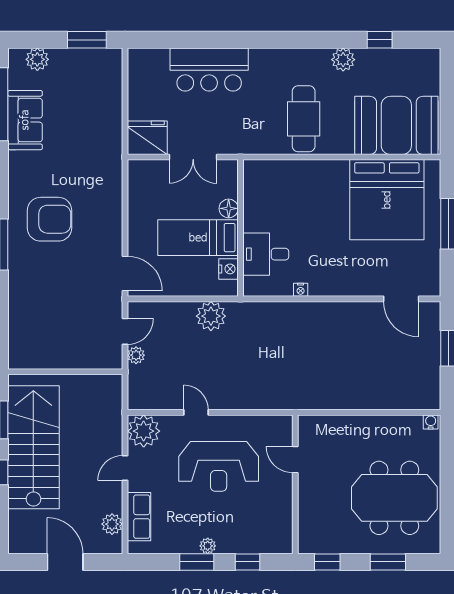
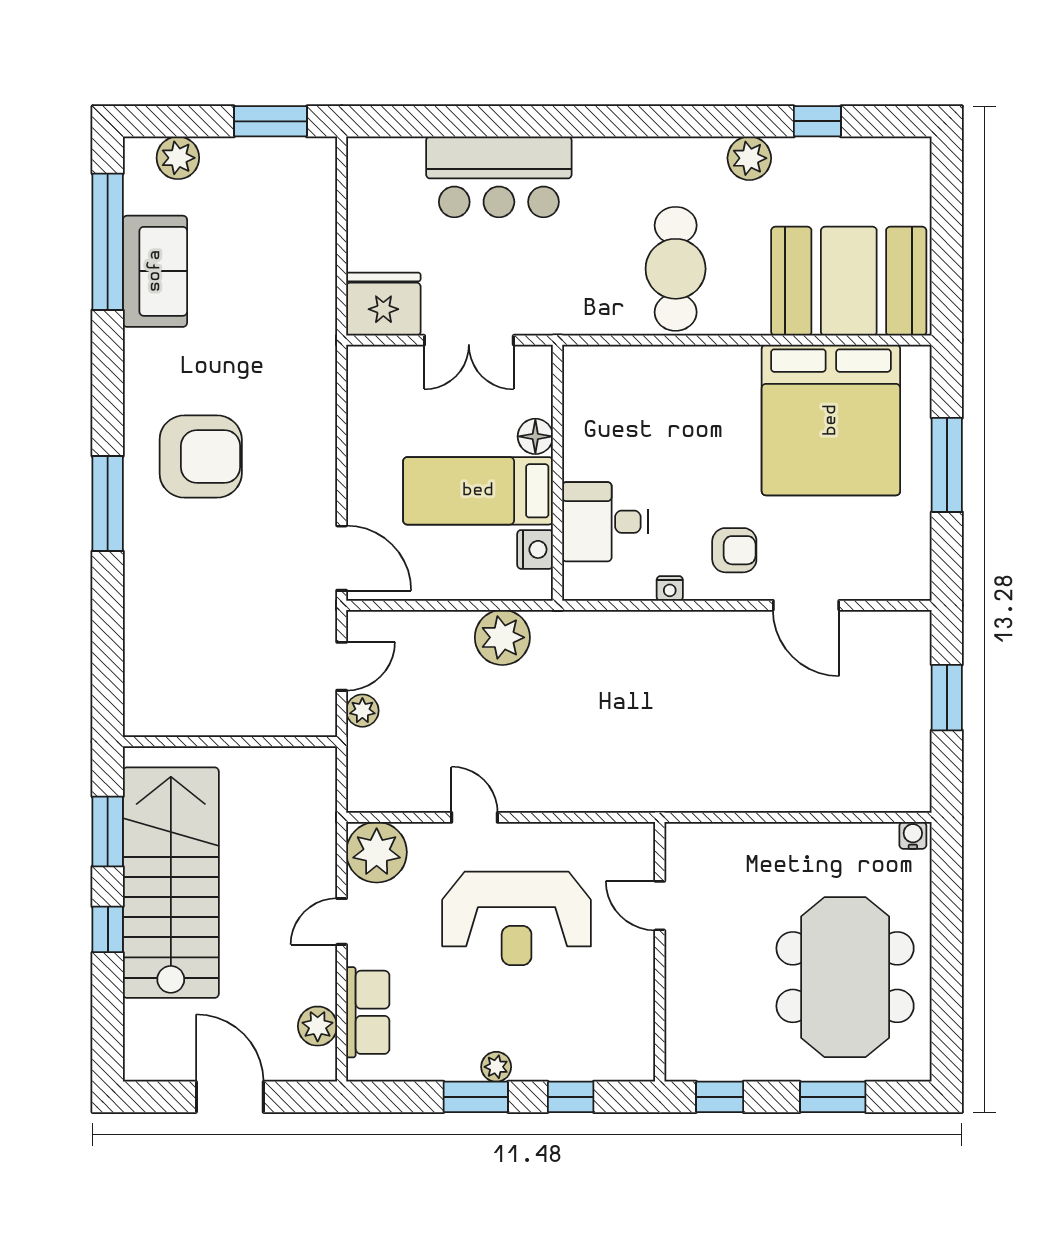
armchair: (335, 269) -> (734, 550), added
door: (401, 299) -> (806, 605), moved
meeting table: (394, 498) -> (845, 977), turned 90

